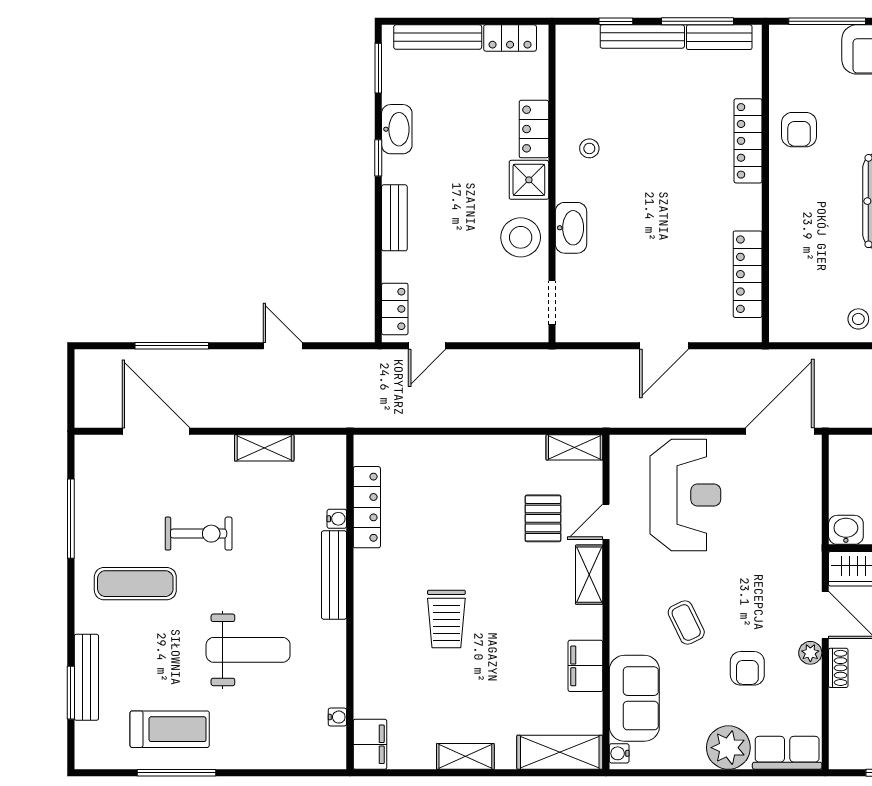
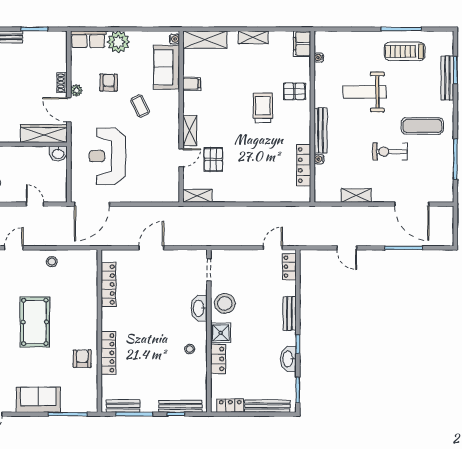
bench: (642, 37) -> (180, 406), moved
reception desk: (685, 495) -> (107, 156), moved
pallet: (385, 651) -> (294, 91), added
filing cabinet: (585, 666) -> (192, 84), width x0.50

